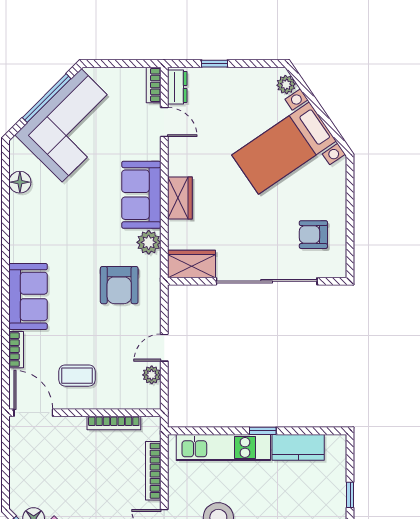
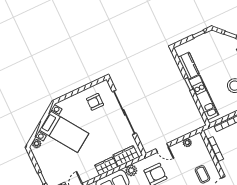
armchair: (313, 235) -> (95, 102), turned 90
wardrobe: (192, 264) -> (126, 156), moved, turned 90
door: (164, 348) -> (162, 148), moved

